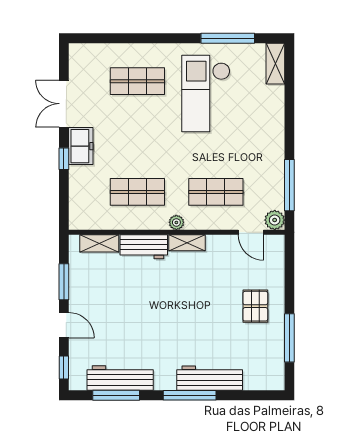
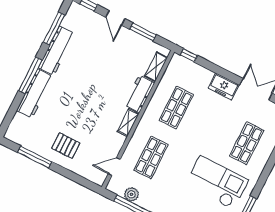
window: (64, 159) -> (189, 55), moved
plant: (275, 220) -> (131, 194), moved
plant: (176, 222) -> (144, 122), removed
door: (64, 325) -> (115, 18), hinge flipped
workbench: (120, 378) -> (57, 51), moved

